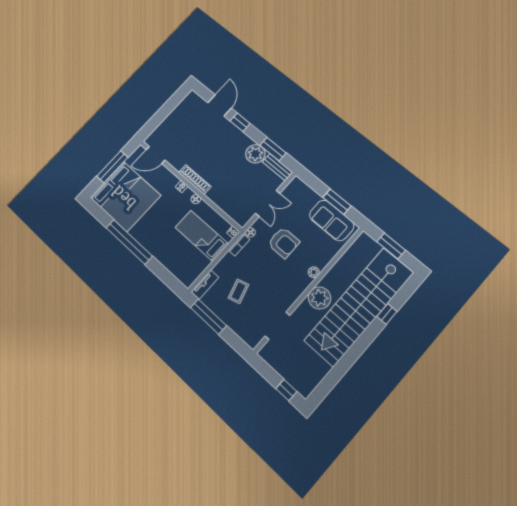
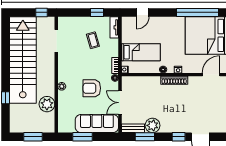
sofa: (332, 220) -> (97, 124), moved, width x1.36
window: (129, 242) -> (197, 12), moved
door: (163, 274) -> (143, 12), added
plant: (319, 298) -> (47, 104), moved
stairs: (359, 307) -> (23, 60), moved
window: (208, 317) -> (97, 12), width x0.46
window: (286, 390) -> (41, 12), moved

